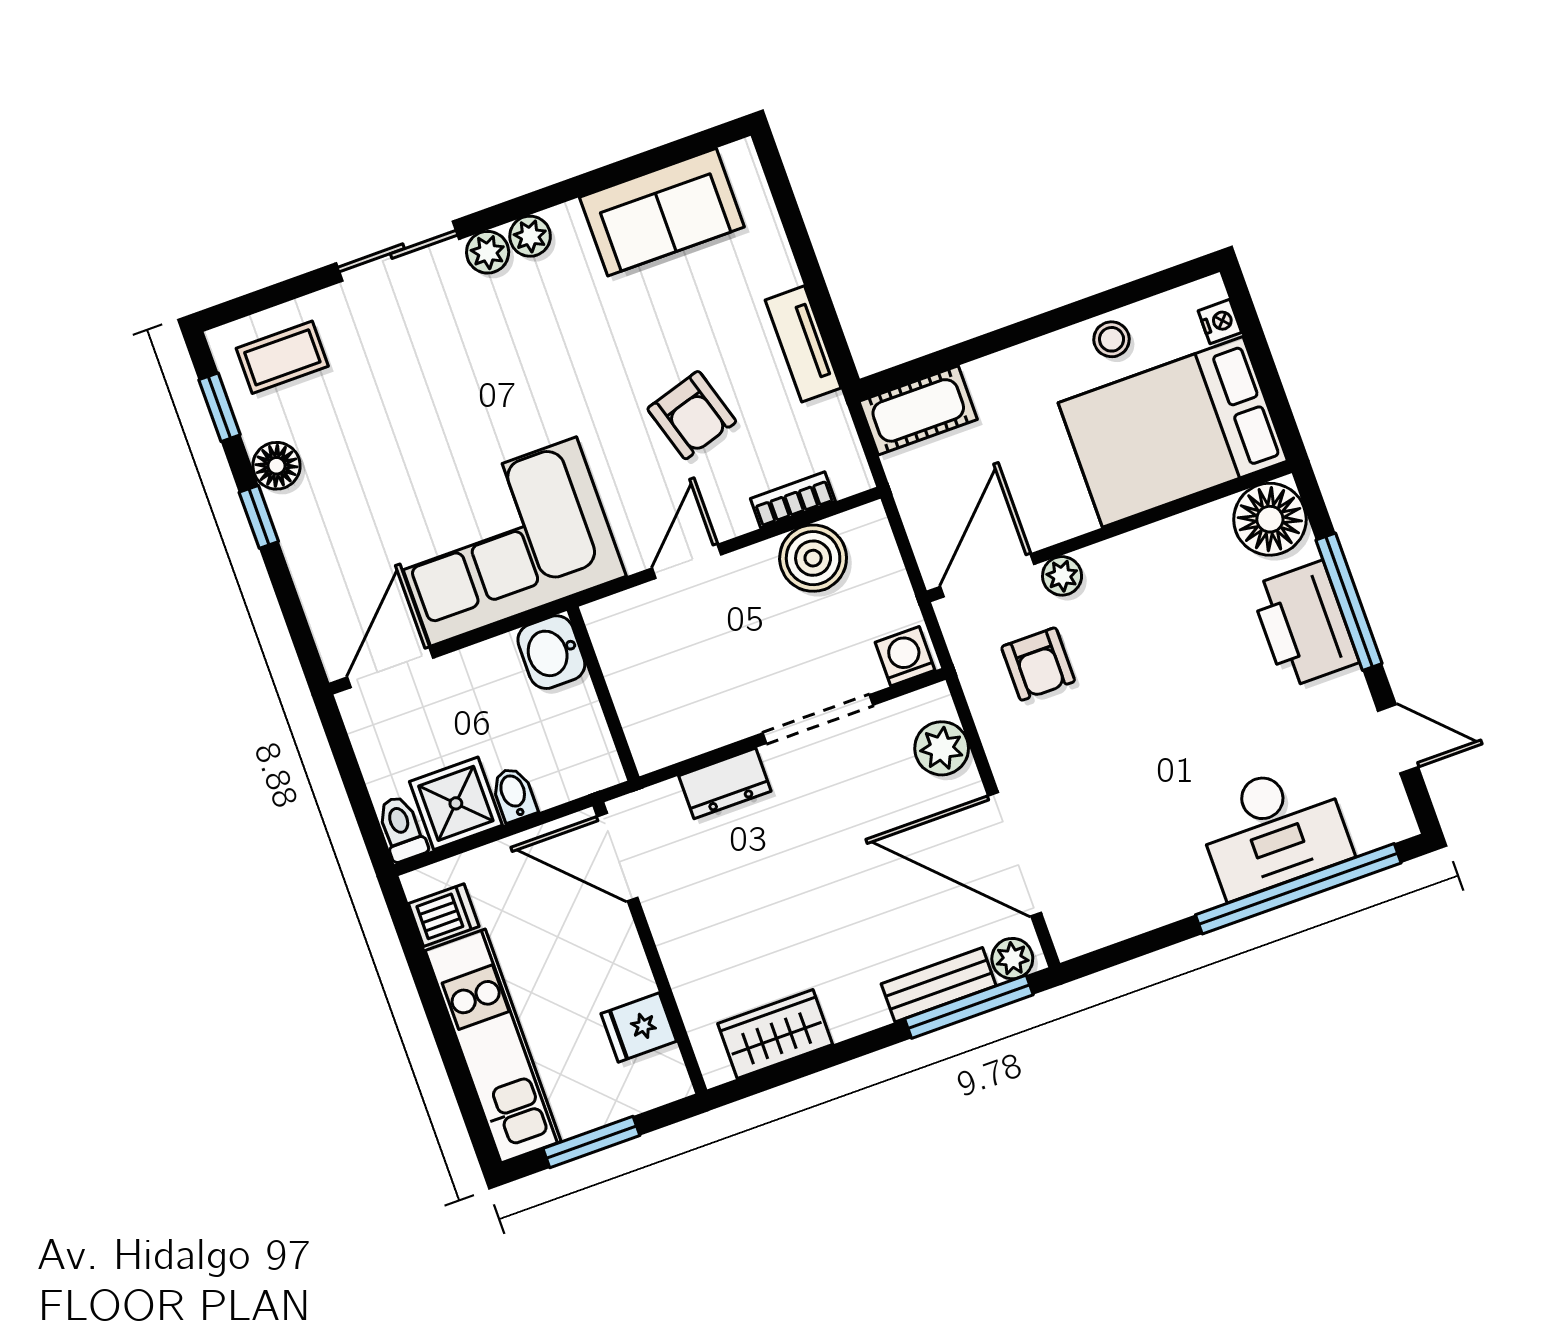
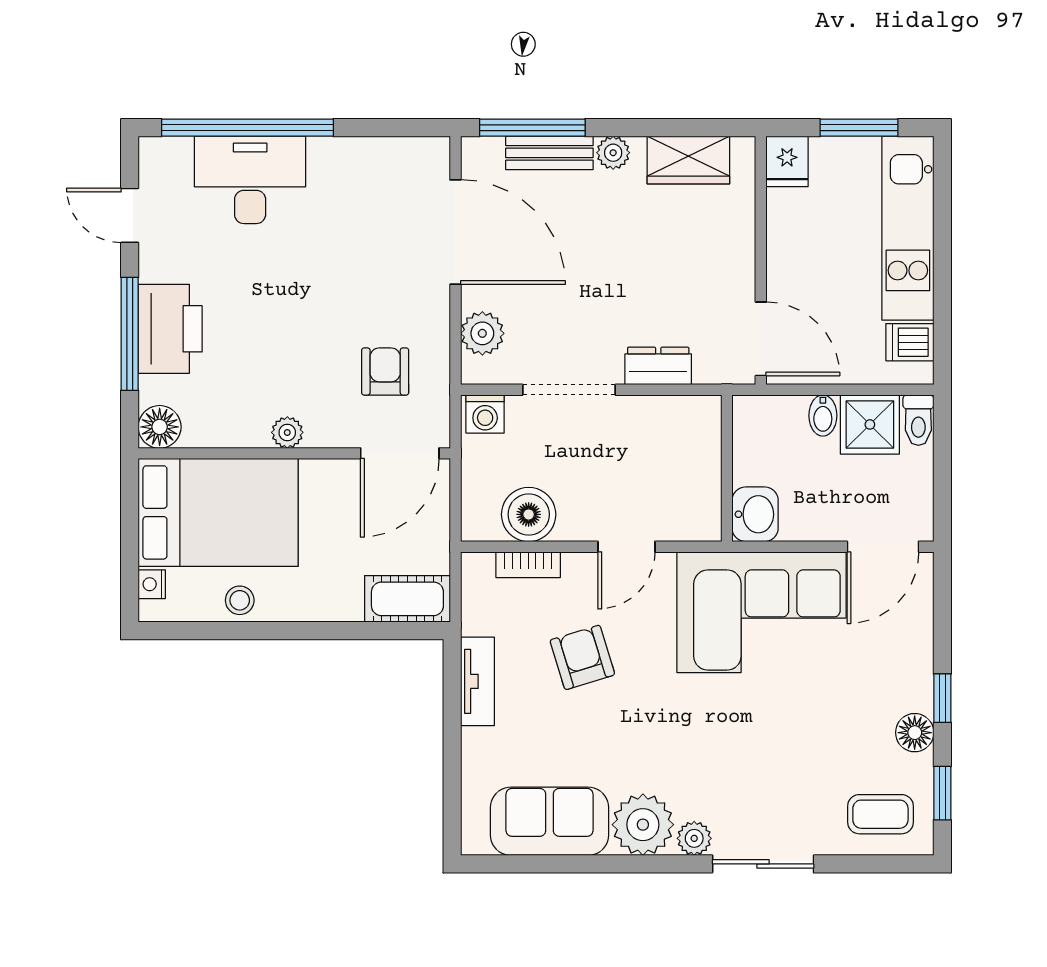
plant: (530, 236) -> (643, 825), width x1.87, depth x1.87
floor lamp: (1270, 519) -> (160, 427), width x0.73, depth x0.73
plant: (1062, 576) -> (287, 432), moved
plant: (1012, 959) -> (613, 153), moved
fridge: (639, 1027) -> (787, 161), moved, turned 90

